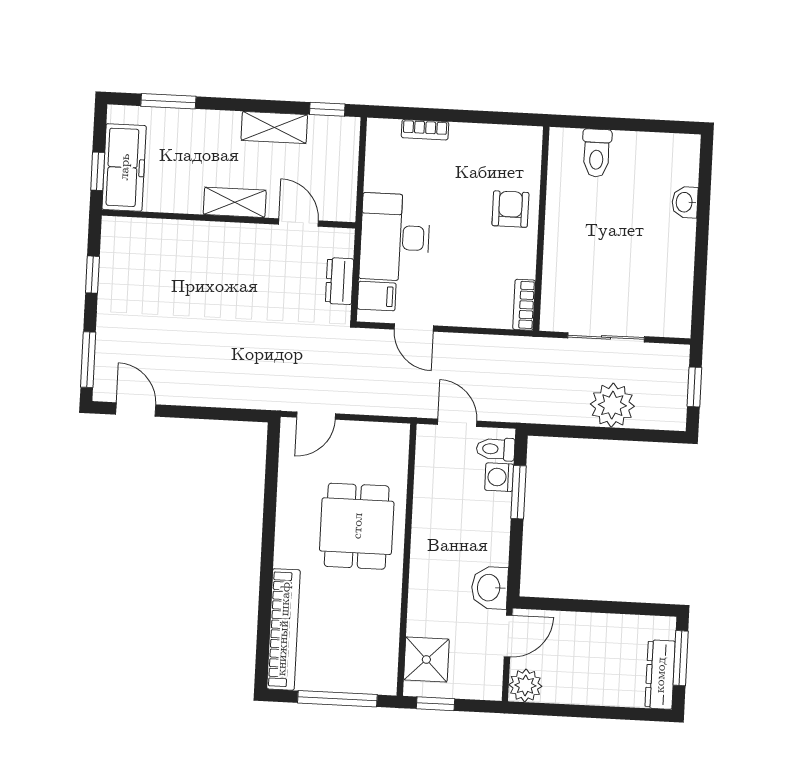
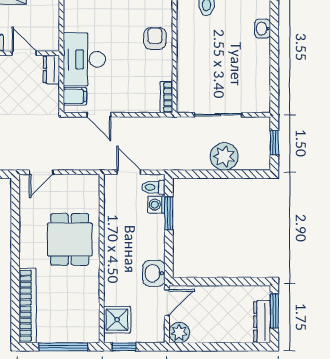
dresser: (339, 281) -> (51, 70), moved

